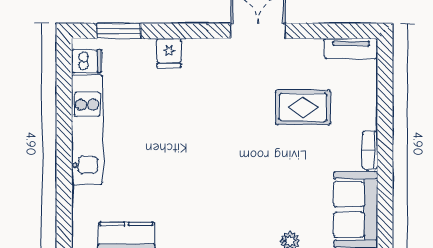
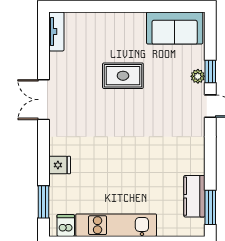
rug: (303, 107) -> (123, 76), moved, turned 90
bookcase: (370, 150) -> (131, 17), removed

